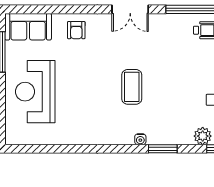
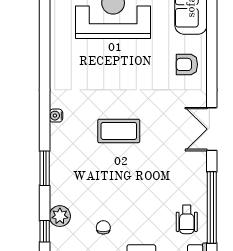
water cooler: (140, 139) -> (56, 116), moved

